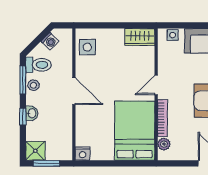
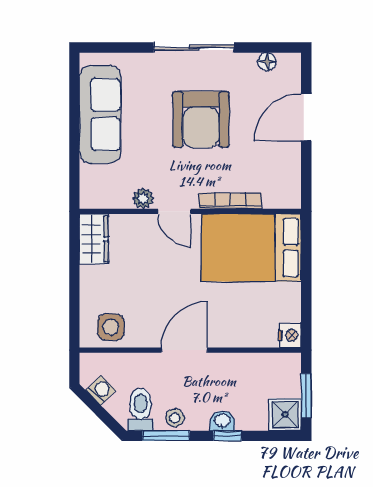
side table: (173, 35) -> (91, 184), removed
plant: (164, 144) -> (143, 198), moved

